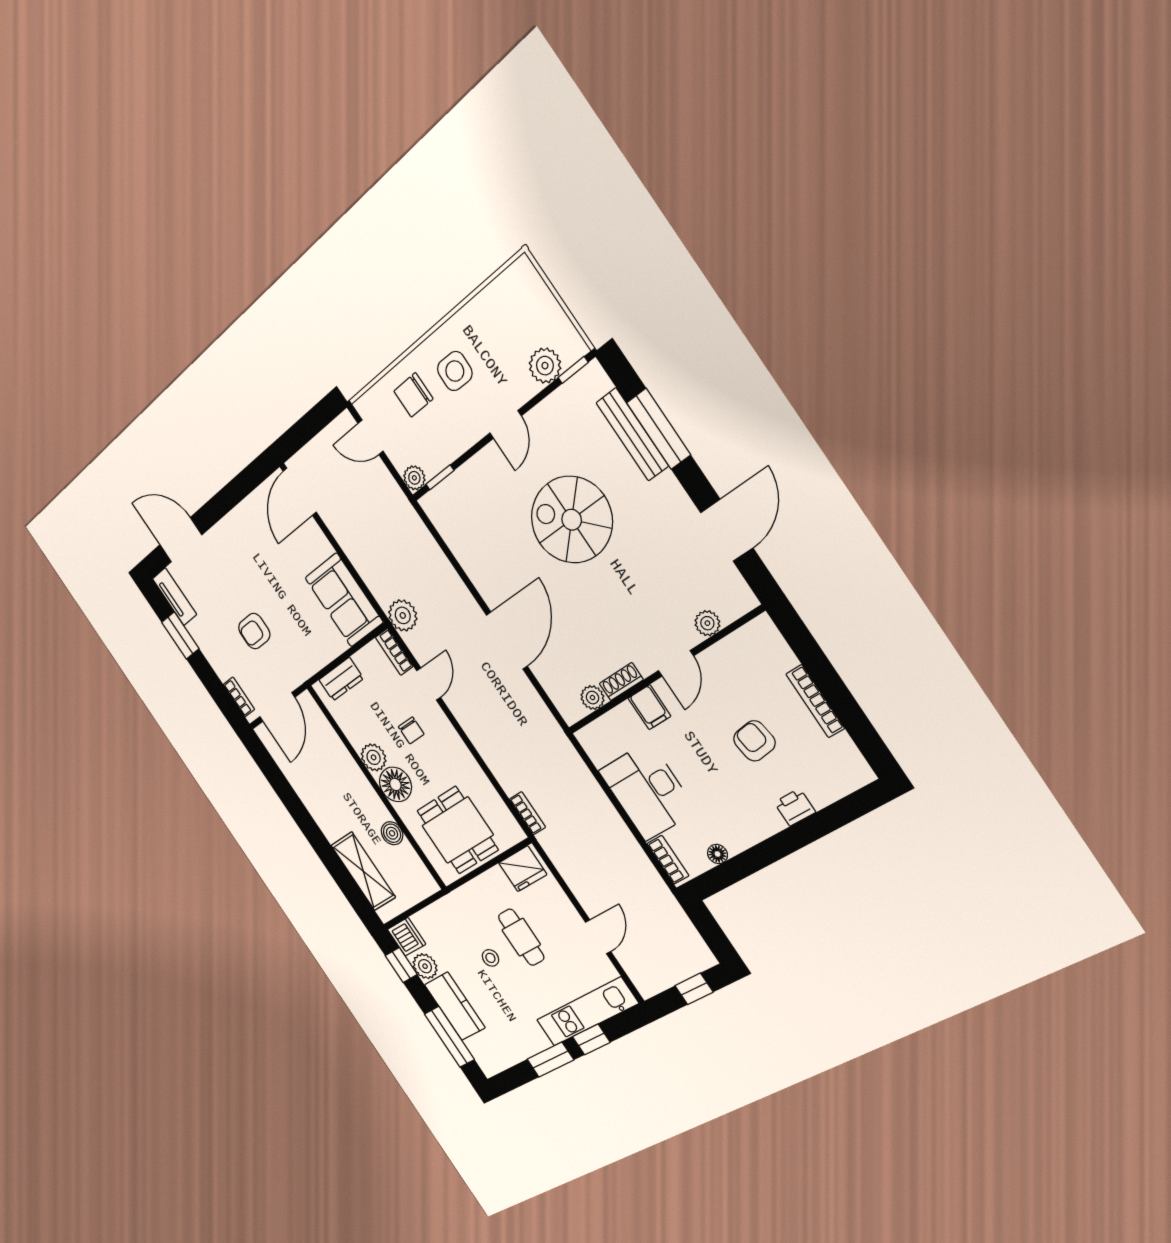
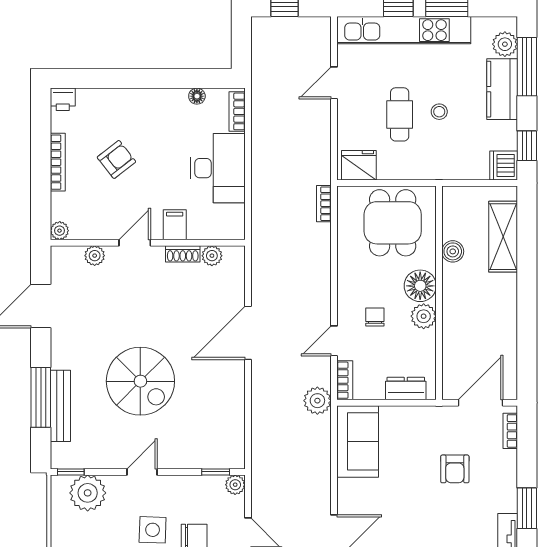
plant: (545, 366) -> (88, 493), width x1.36, depth x1.36
plant: (763, 627) -> (60, 231), added
armchair: (254, 631) -> (455, 469), turned 90
armchair: (754, 741) -> (116, 159), turned -120
printer: (795, 807) -> (63, 99), moved
plant: (425, 966) -> (505, 44), moved
kitchen unit: (587, 1012) -> (404, 30), width x1.36

